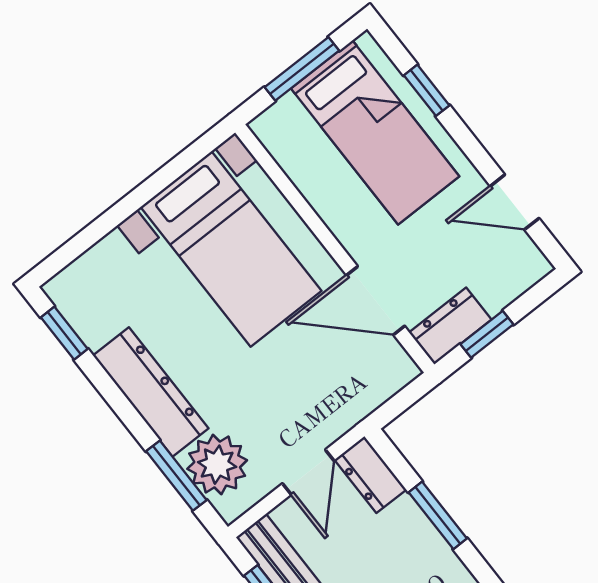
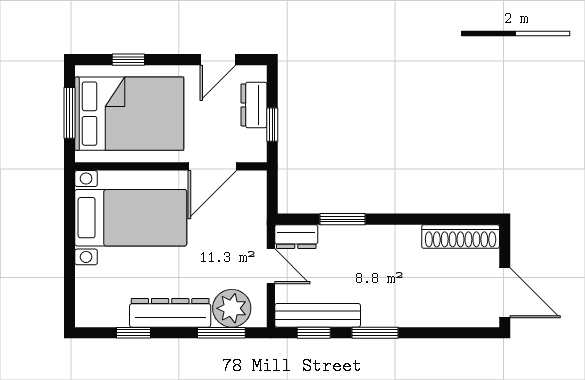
bed: (375, 132) -> (129, 114), width x1.50
dresser: (450, 326) -> (254, 105), moved
window: (64, 333) -> (133, 333), moved

